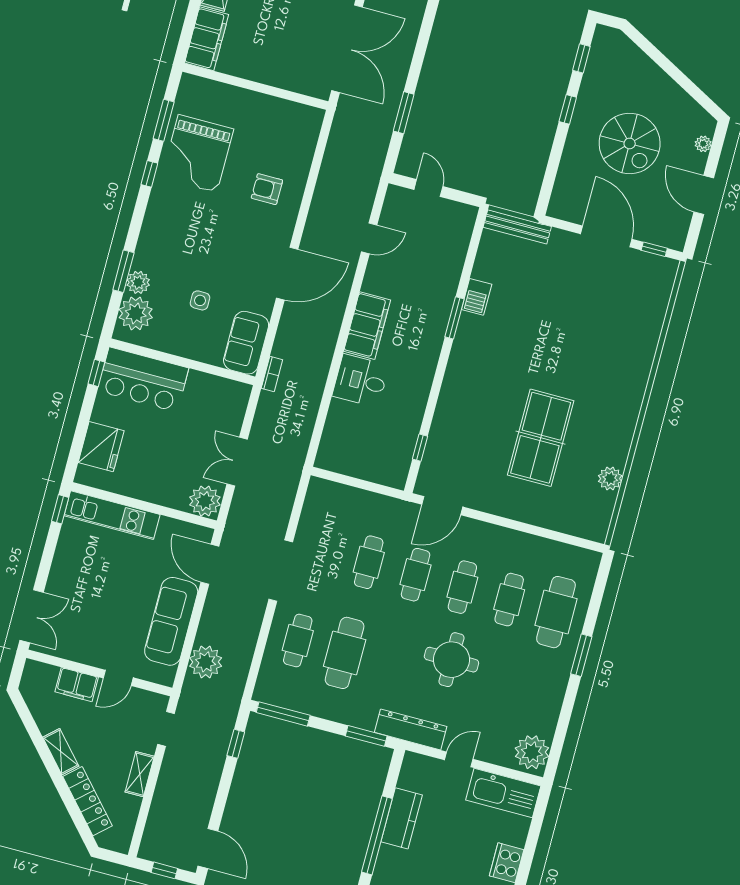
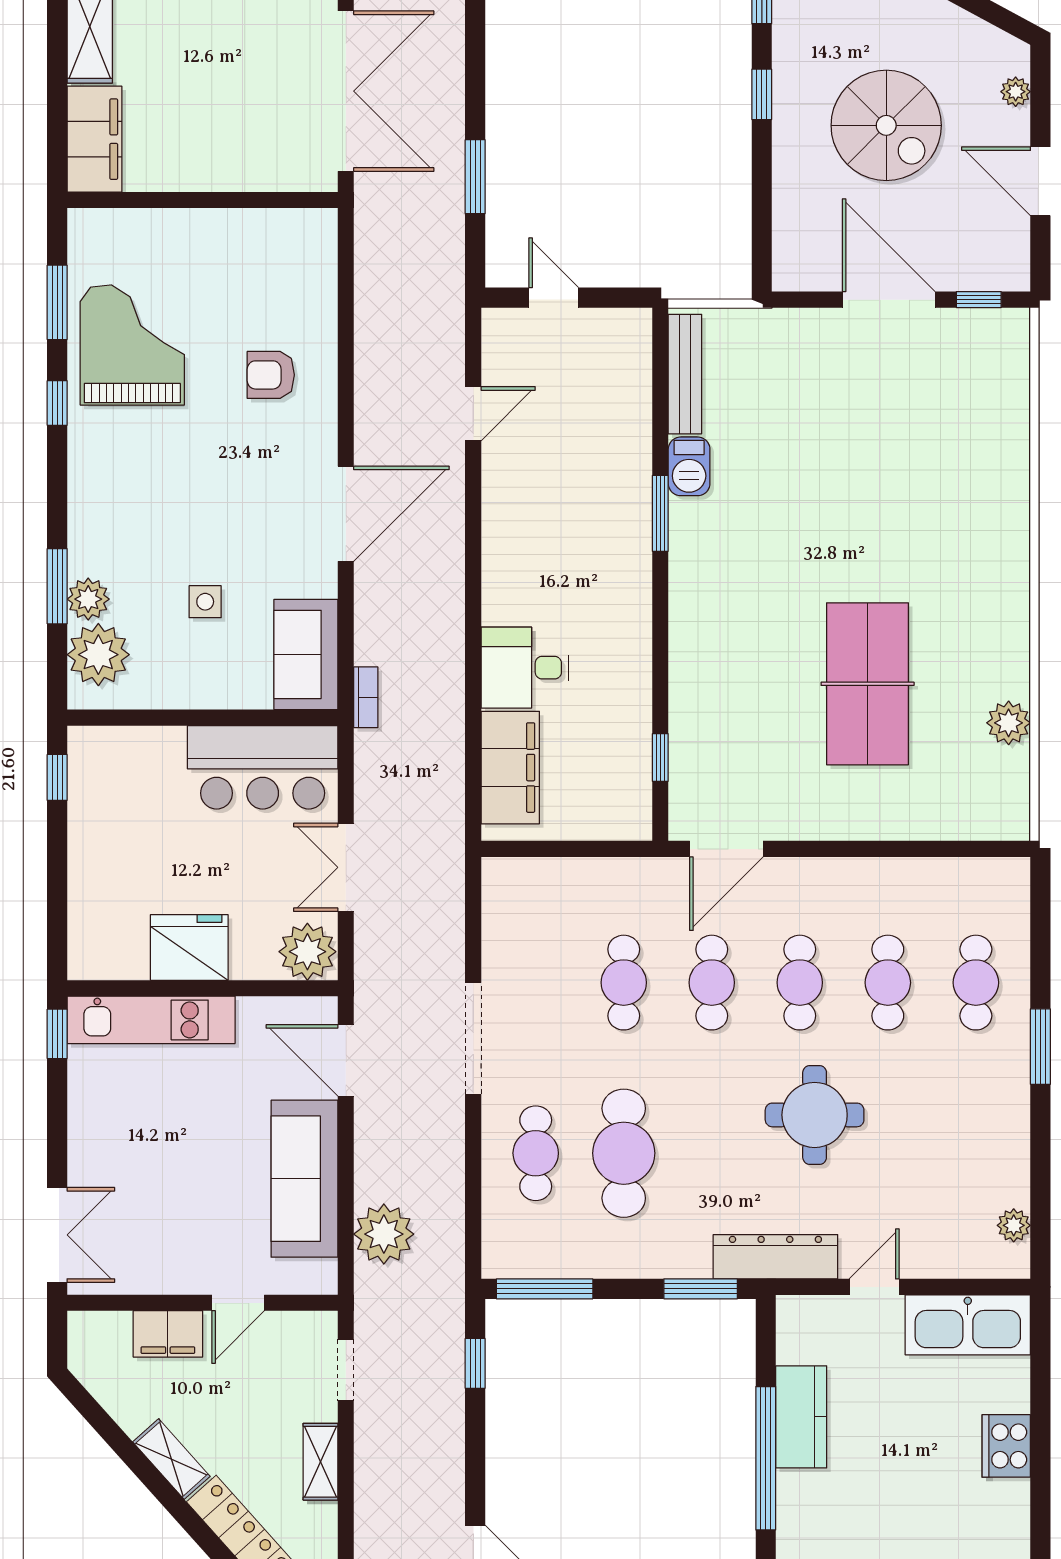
grand piano: (198, 154) -> (132, 345), turned 180
bench: (517, 227) -> (685, 374), moved, turned 90
filing cabinet: (367, 326) -> (510, 768), moved
bar counter: (143, 380) -> (263, 767), moved
fridge: (101, 447) -> (189, 947), moved, turned -90
cafe table: (556, 612) -> (976, 983), width x0.73, depth x0.74
plant: (532, 752) -> (1014, 1225), width x0.53, depth x0.53

